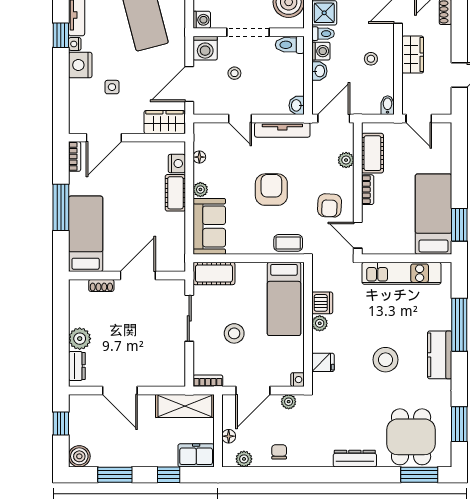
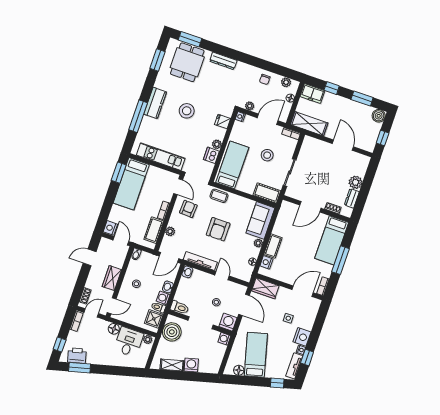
door: (189, 84) -> (244, 305), hinge flipped
nightstand: (442, 133) -> (110, 228), added
dresser: (77, 366) -> (352, 198), moved

